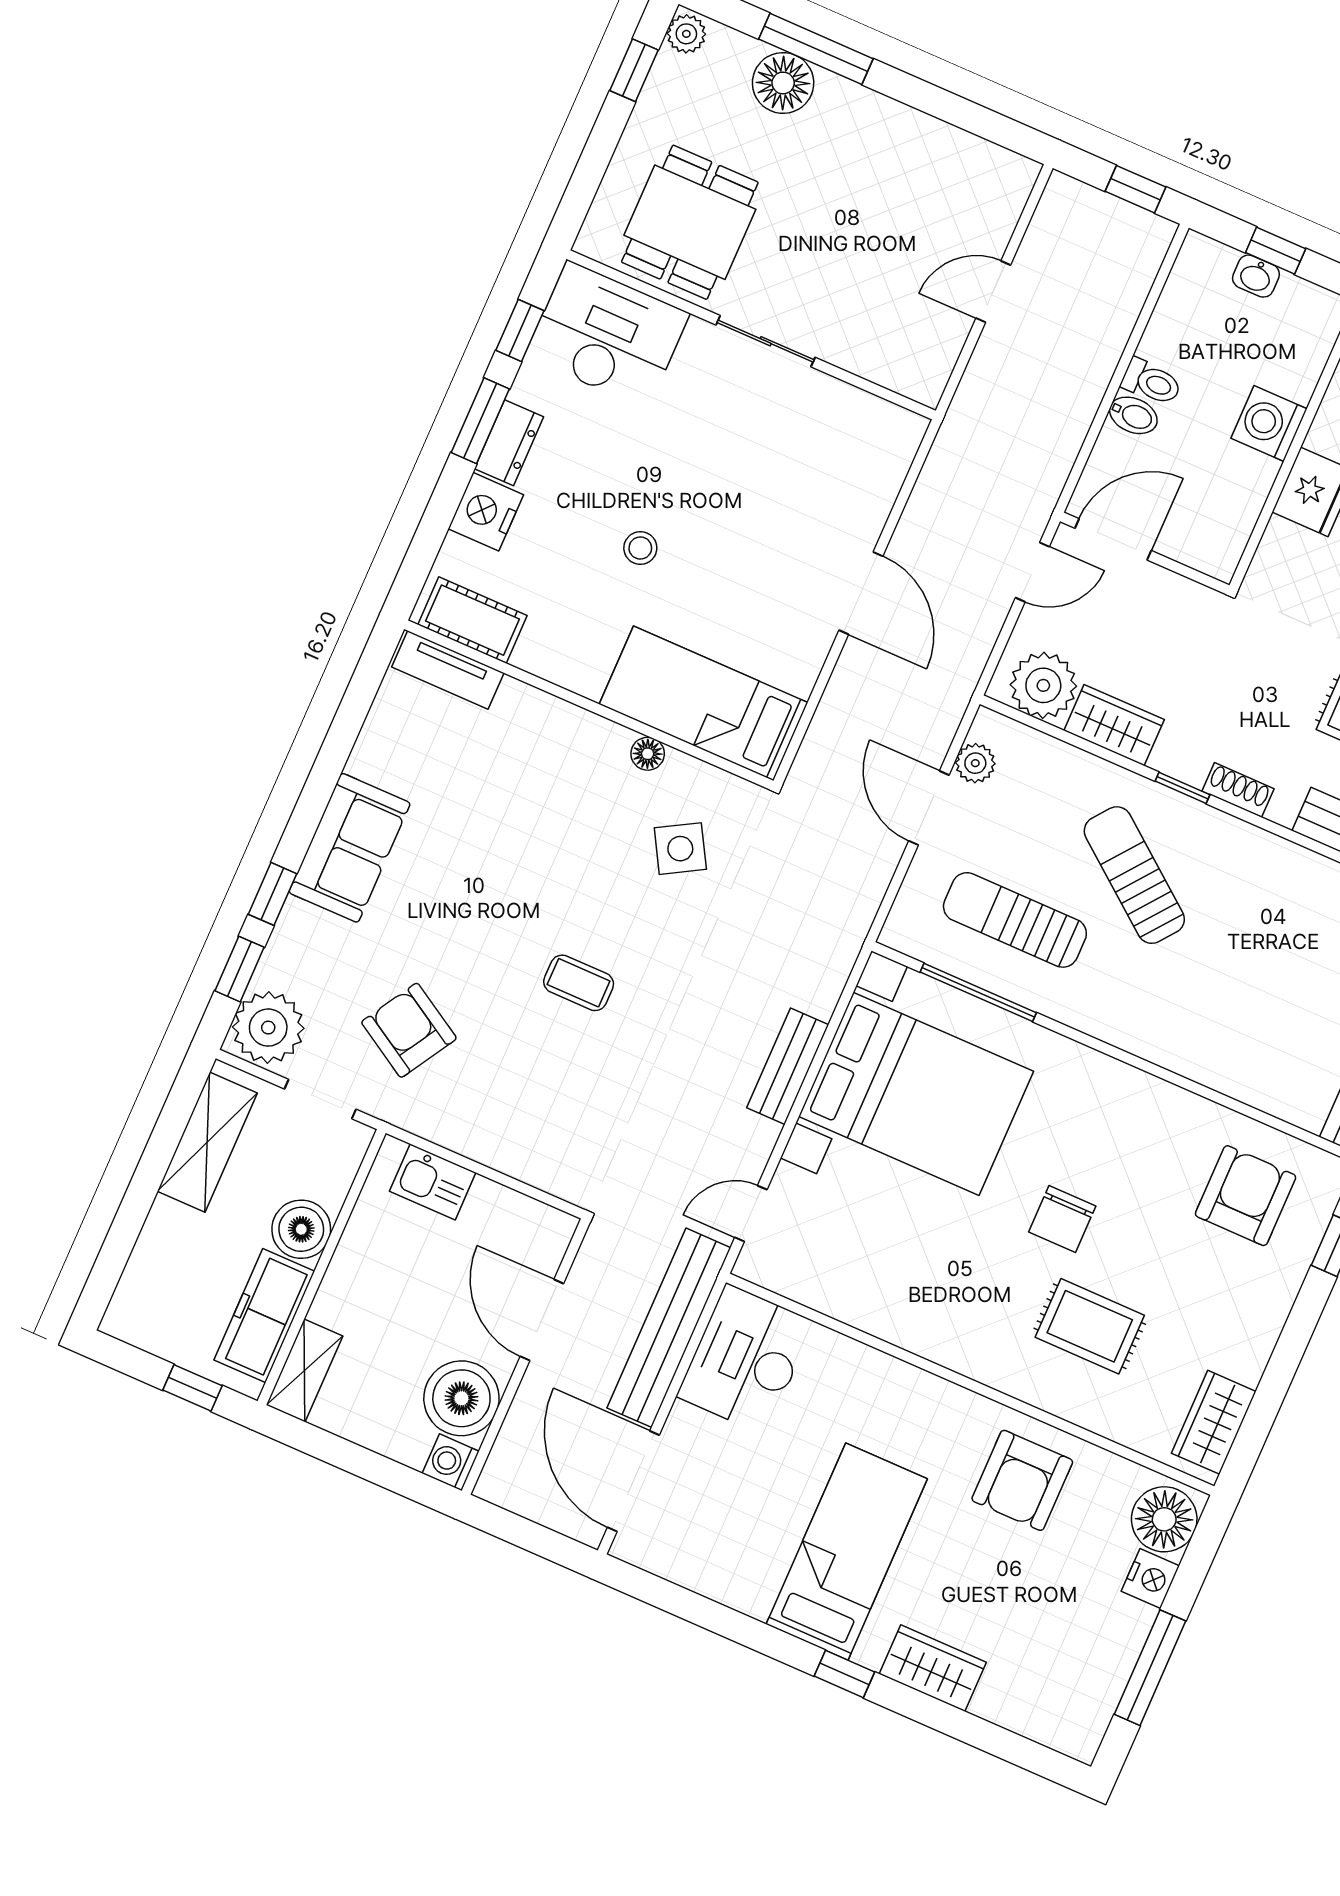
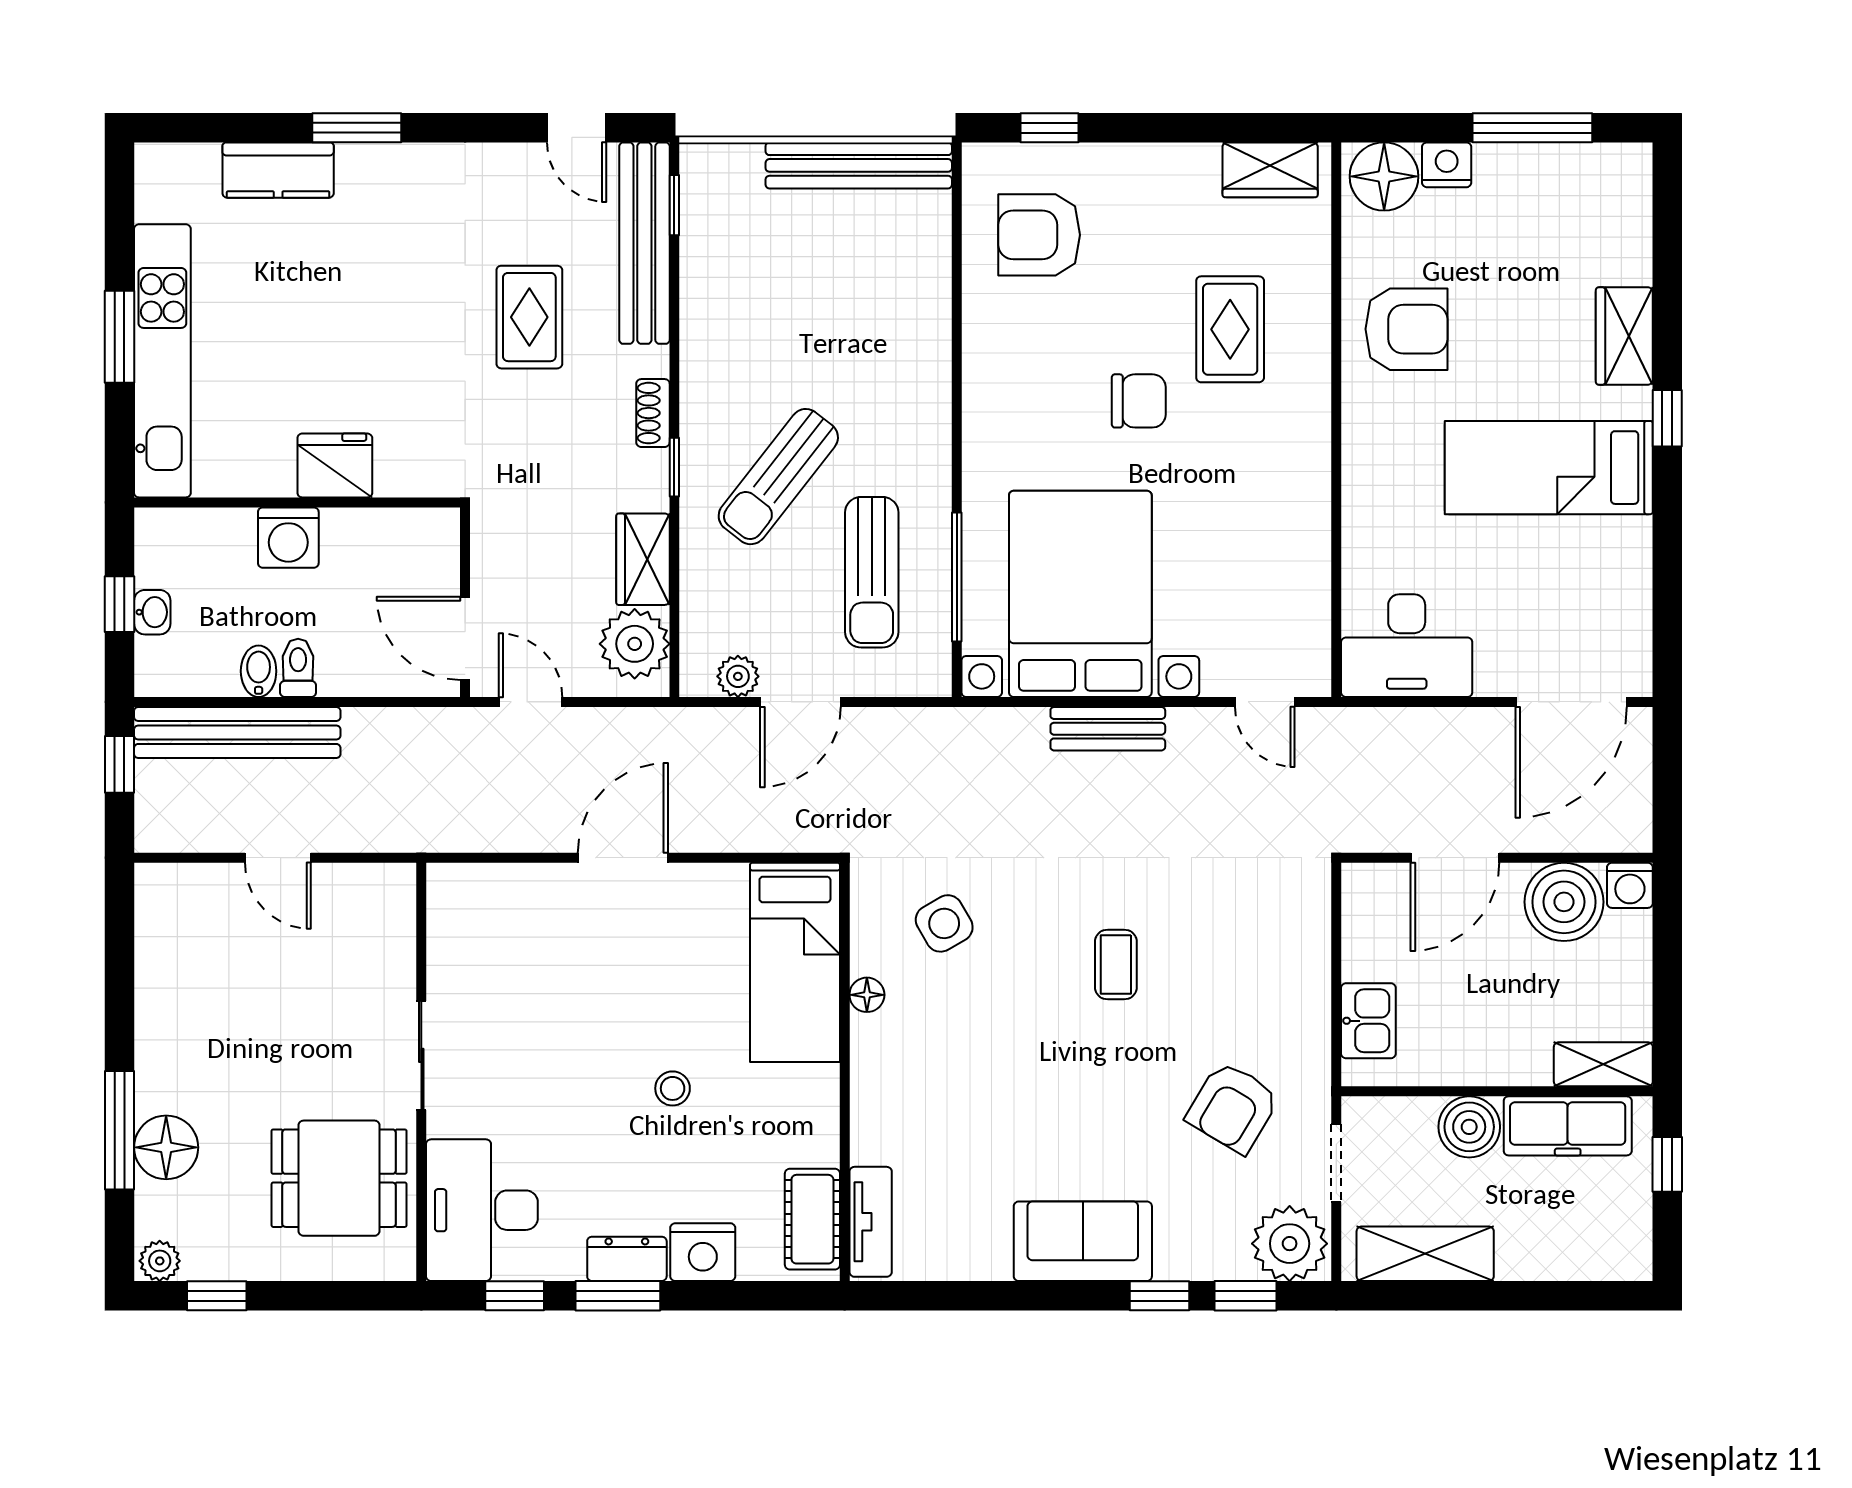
bidet: (1133, 415) -> (259, 671), moved
bench: (669, 1328) -> (237, 732), moved

